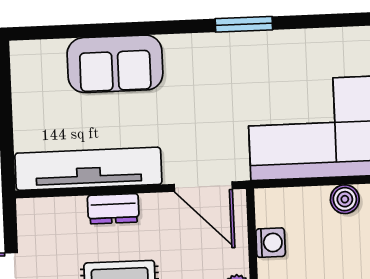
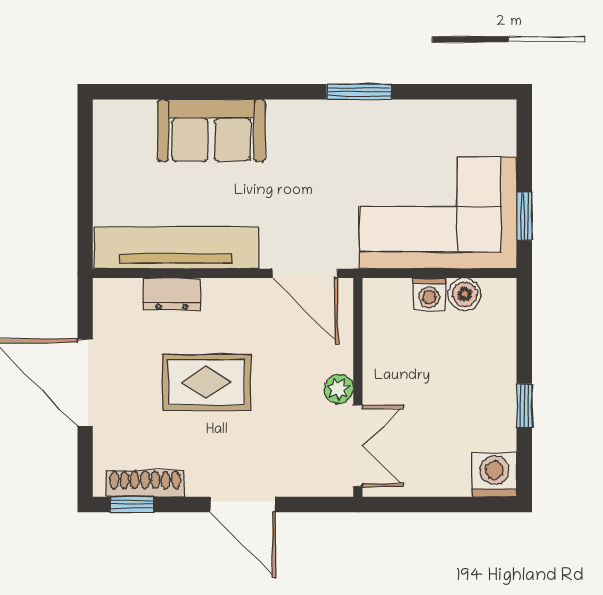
dresser: (113, 209) -> (172, 294), moved
washing machine: (271, 243) -> (429, 294), moved, turned 90

